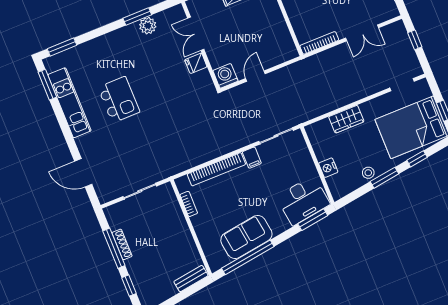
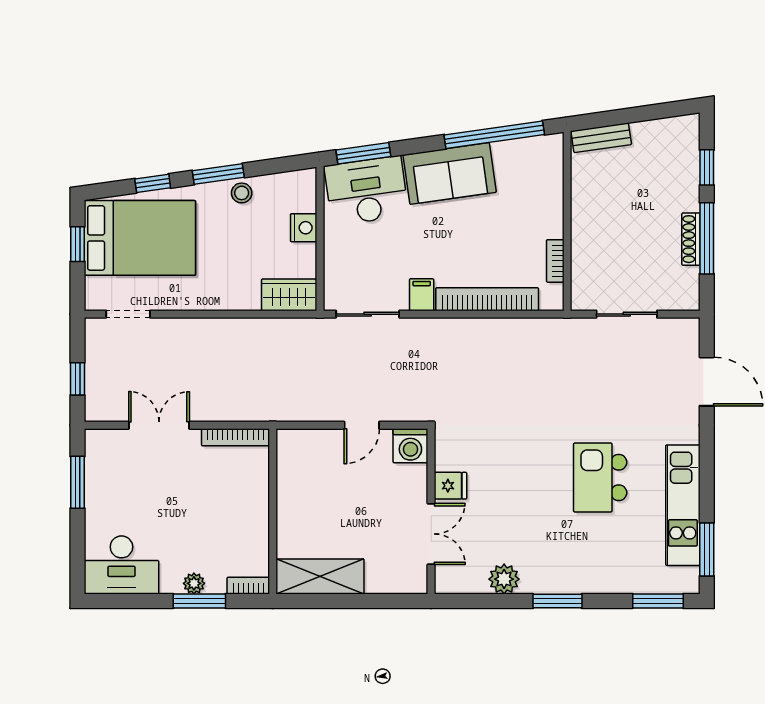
window: (137, 16) -> (557, 601), moved
wardrobe: (346, 119) -> (289, 295), moved
sofa: (246, 237) -> (450, 174), moved

